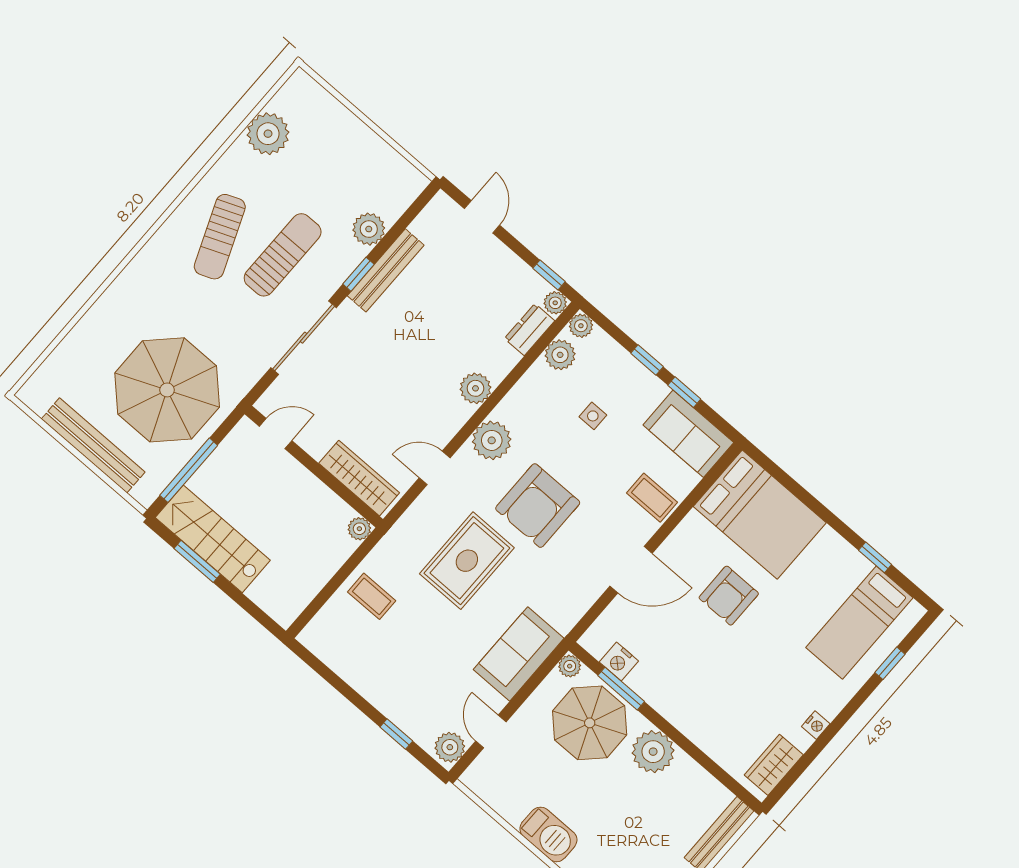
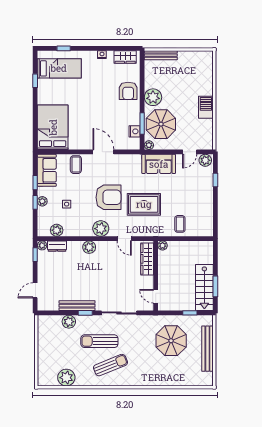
plant: (581, 326) -> (42, 201), moved
parasol: (167, 390) -> (171, 341), width x0.73, depth x0.73
window: (189, 470) -> (190, 313), width x0.46
armchair: (729, 596) -> (128, 91), moved, turned 90

